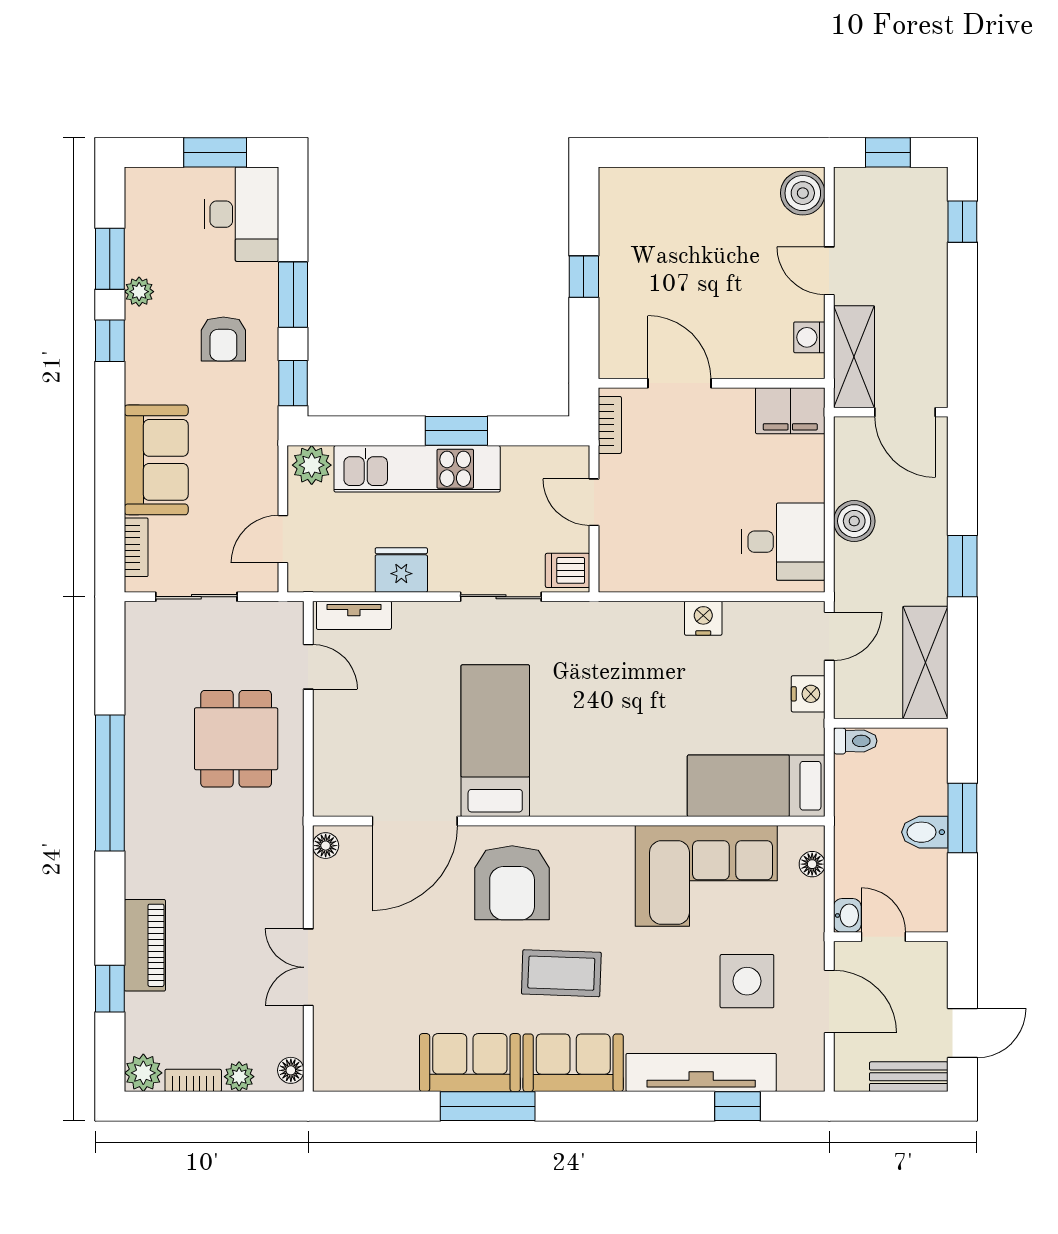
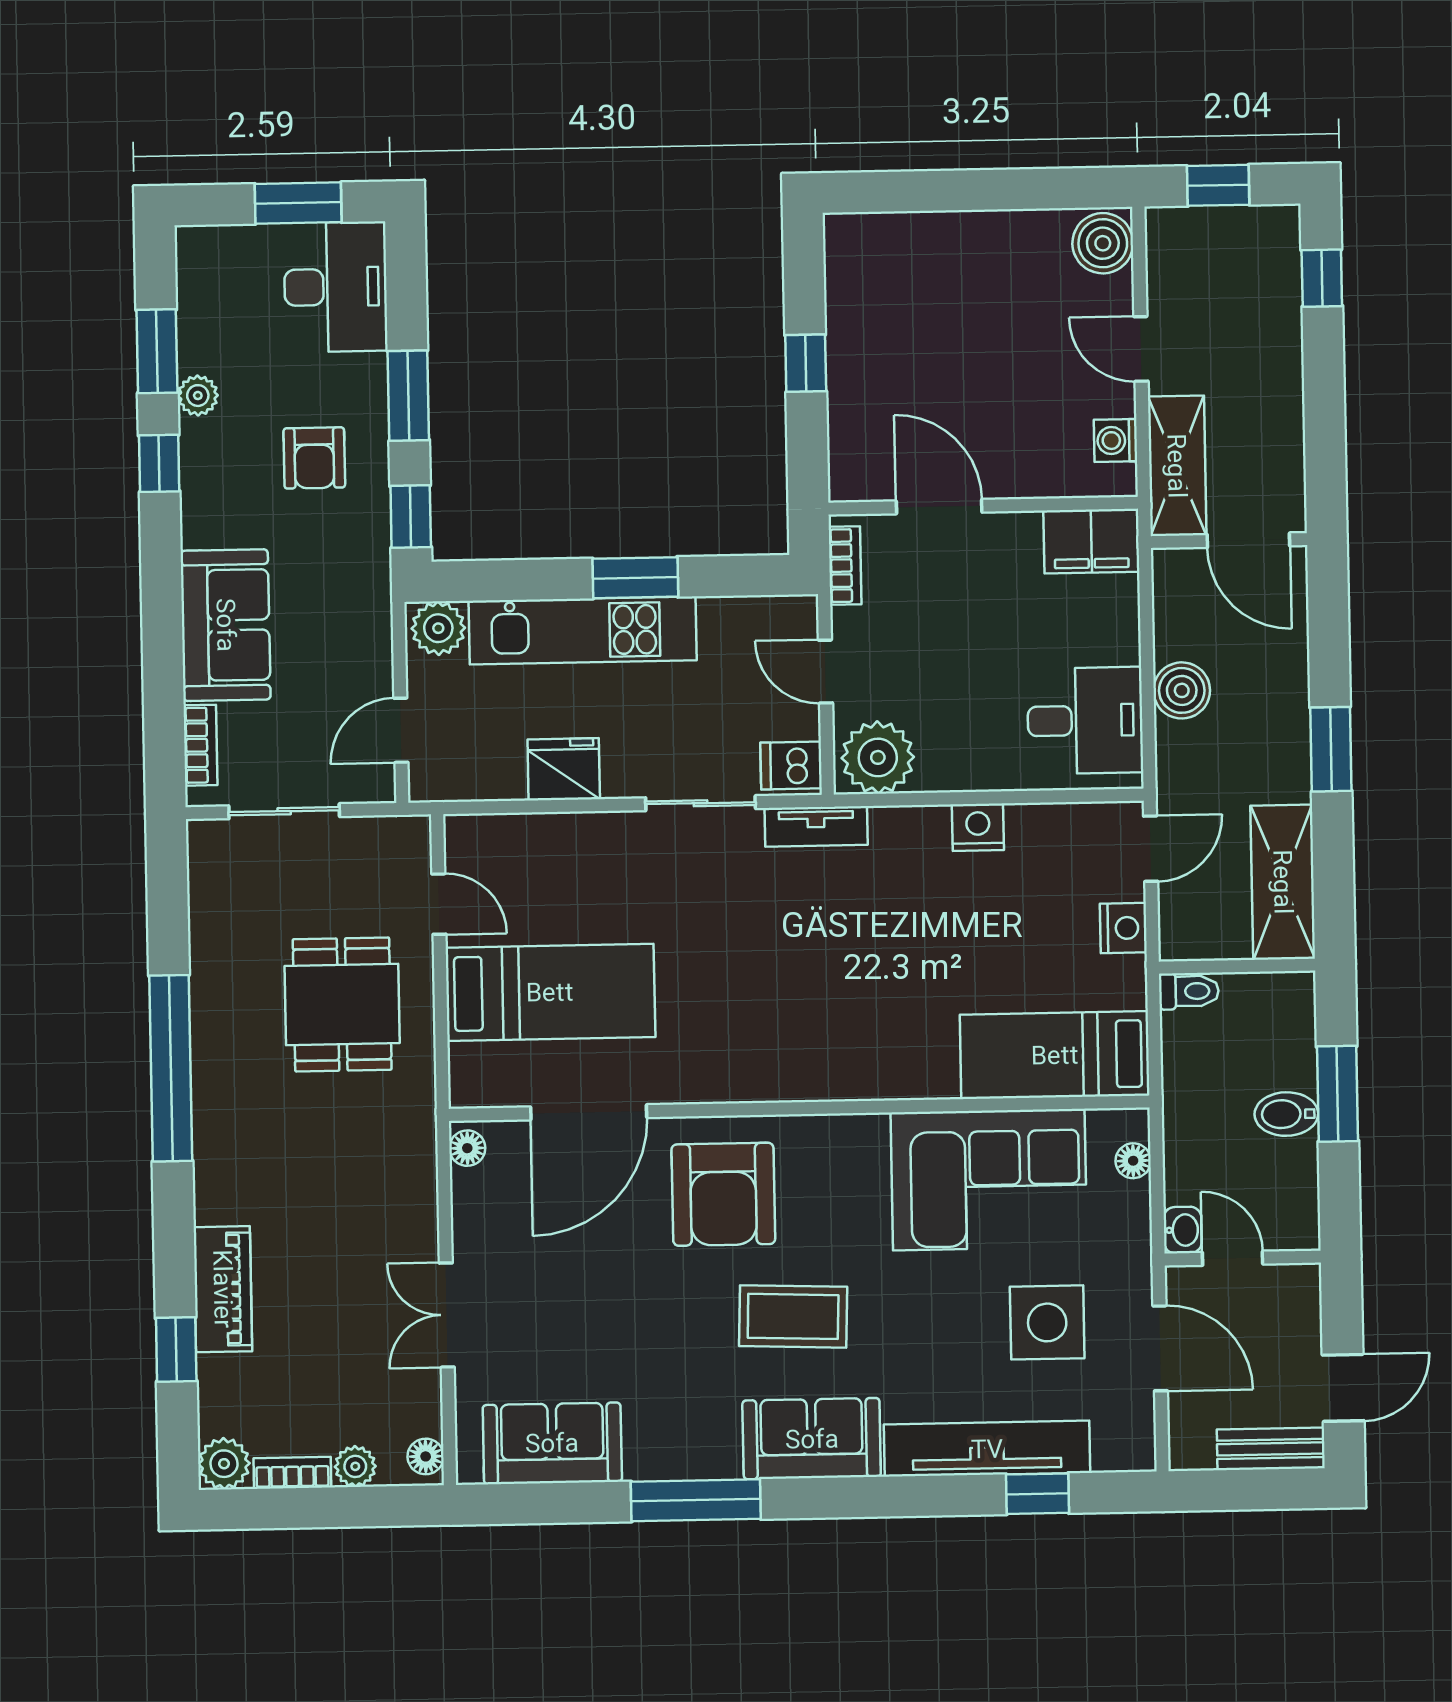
plant: (631, 566) -> (878, 757), added
tv unit: (354, 615) -> (816, 826), moved
bed: (495, 741) -> (550, 992), moved, turned 90
sofa: (470, 1063) -> (552, 1443), moved

